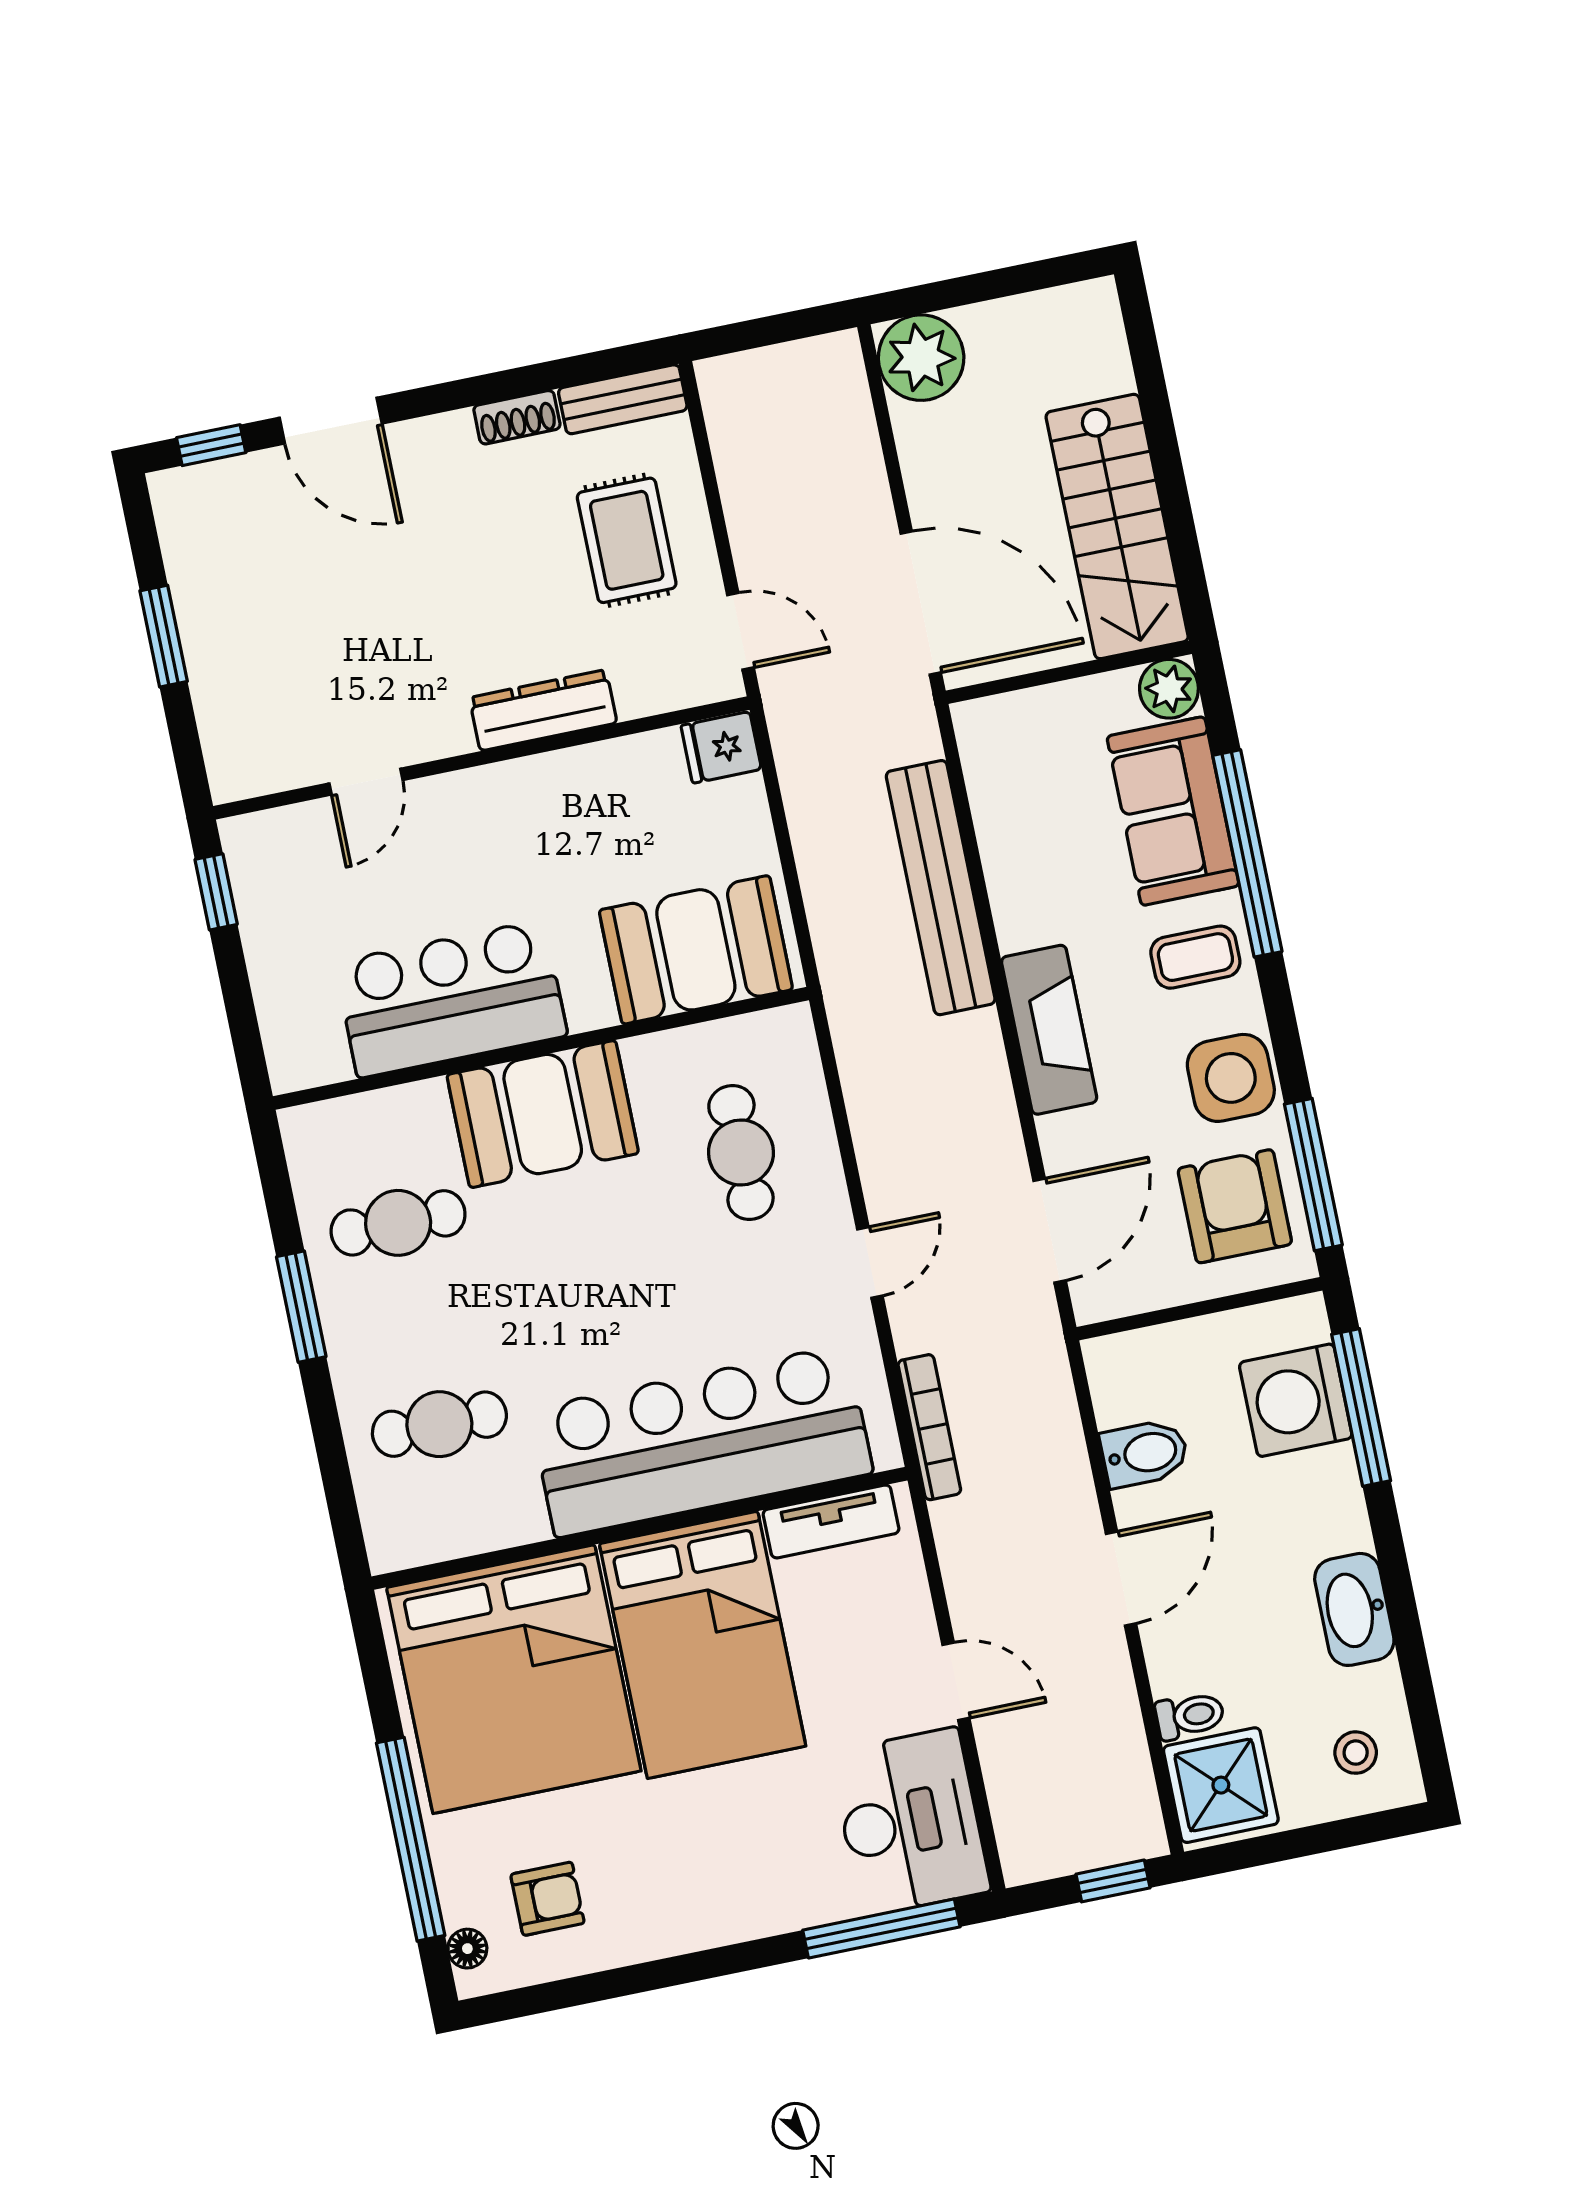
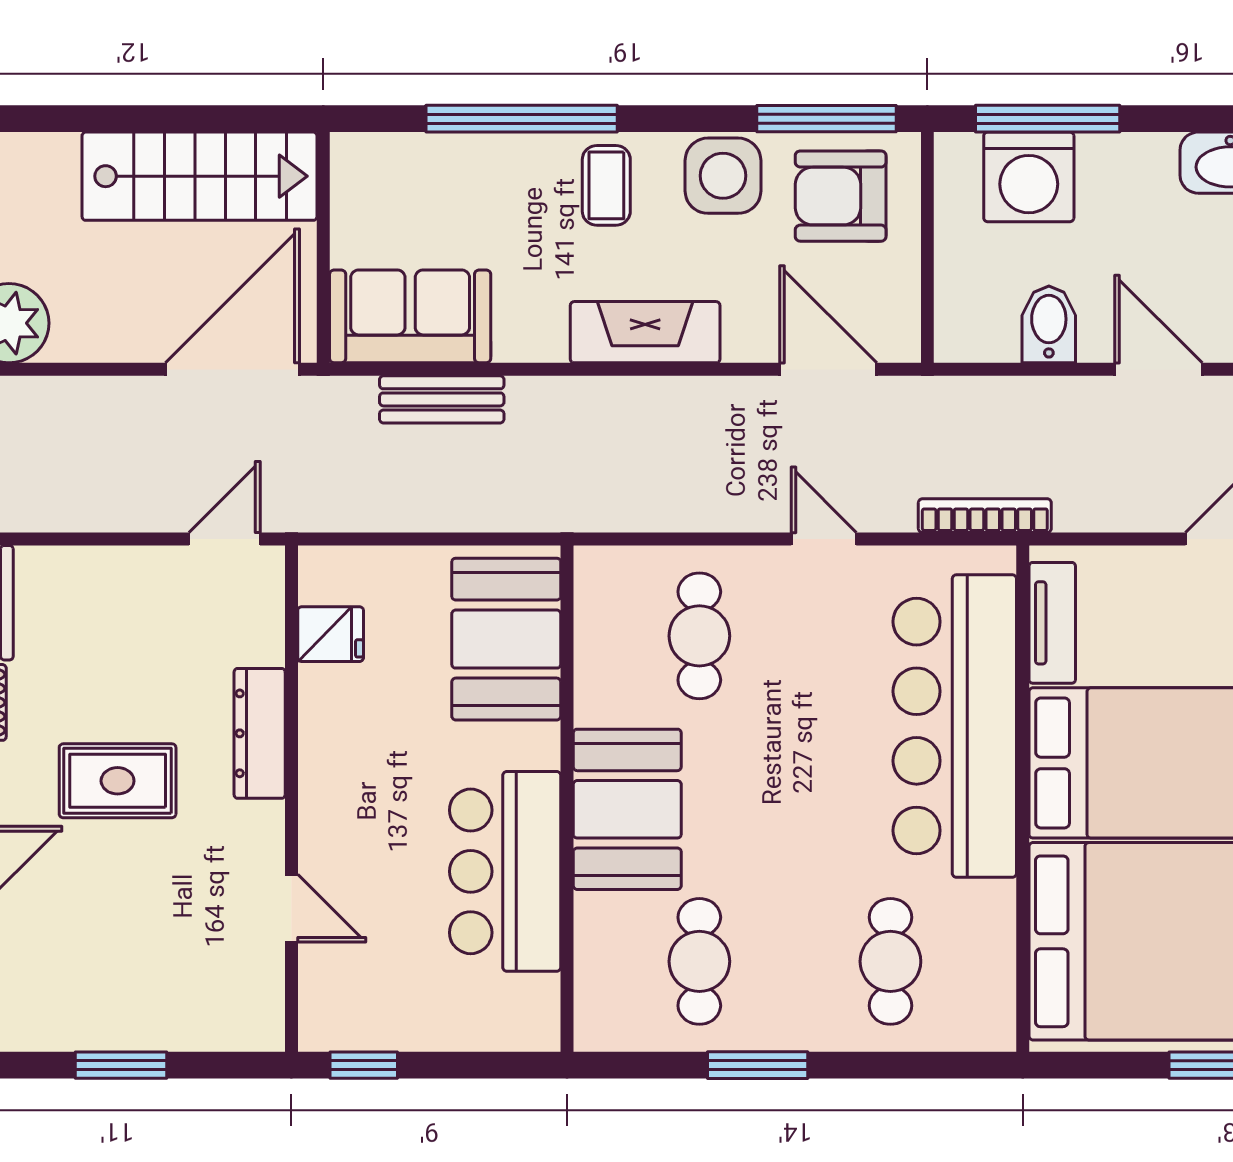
rug: (627, 540) -> (118, 781), moved
plant: (1169, 689) -> (357, 159), removed
fridge: (721, 747) -> (331, 634), moved, turned -90
sofa: (1173, 811) -> (410, 316), moved, turned 180
bench: (941, 888) -> (442, 399), width x0.54, depth x0.82
cafe table: (741, 1153) -> (699, 636), turned 90

